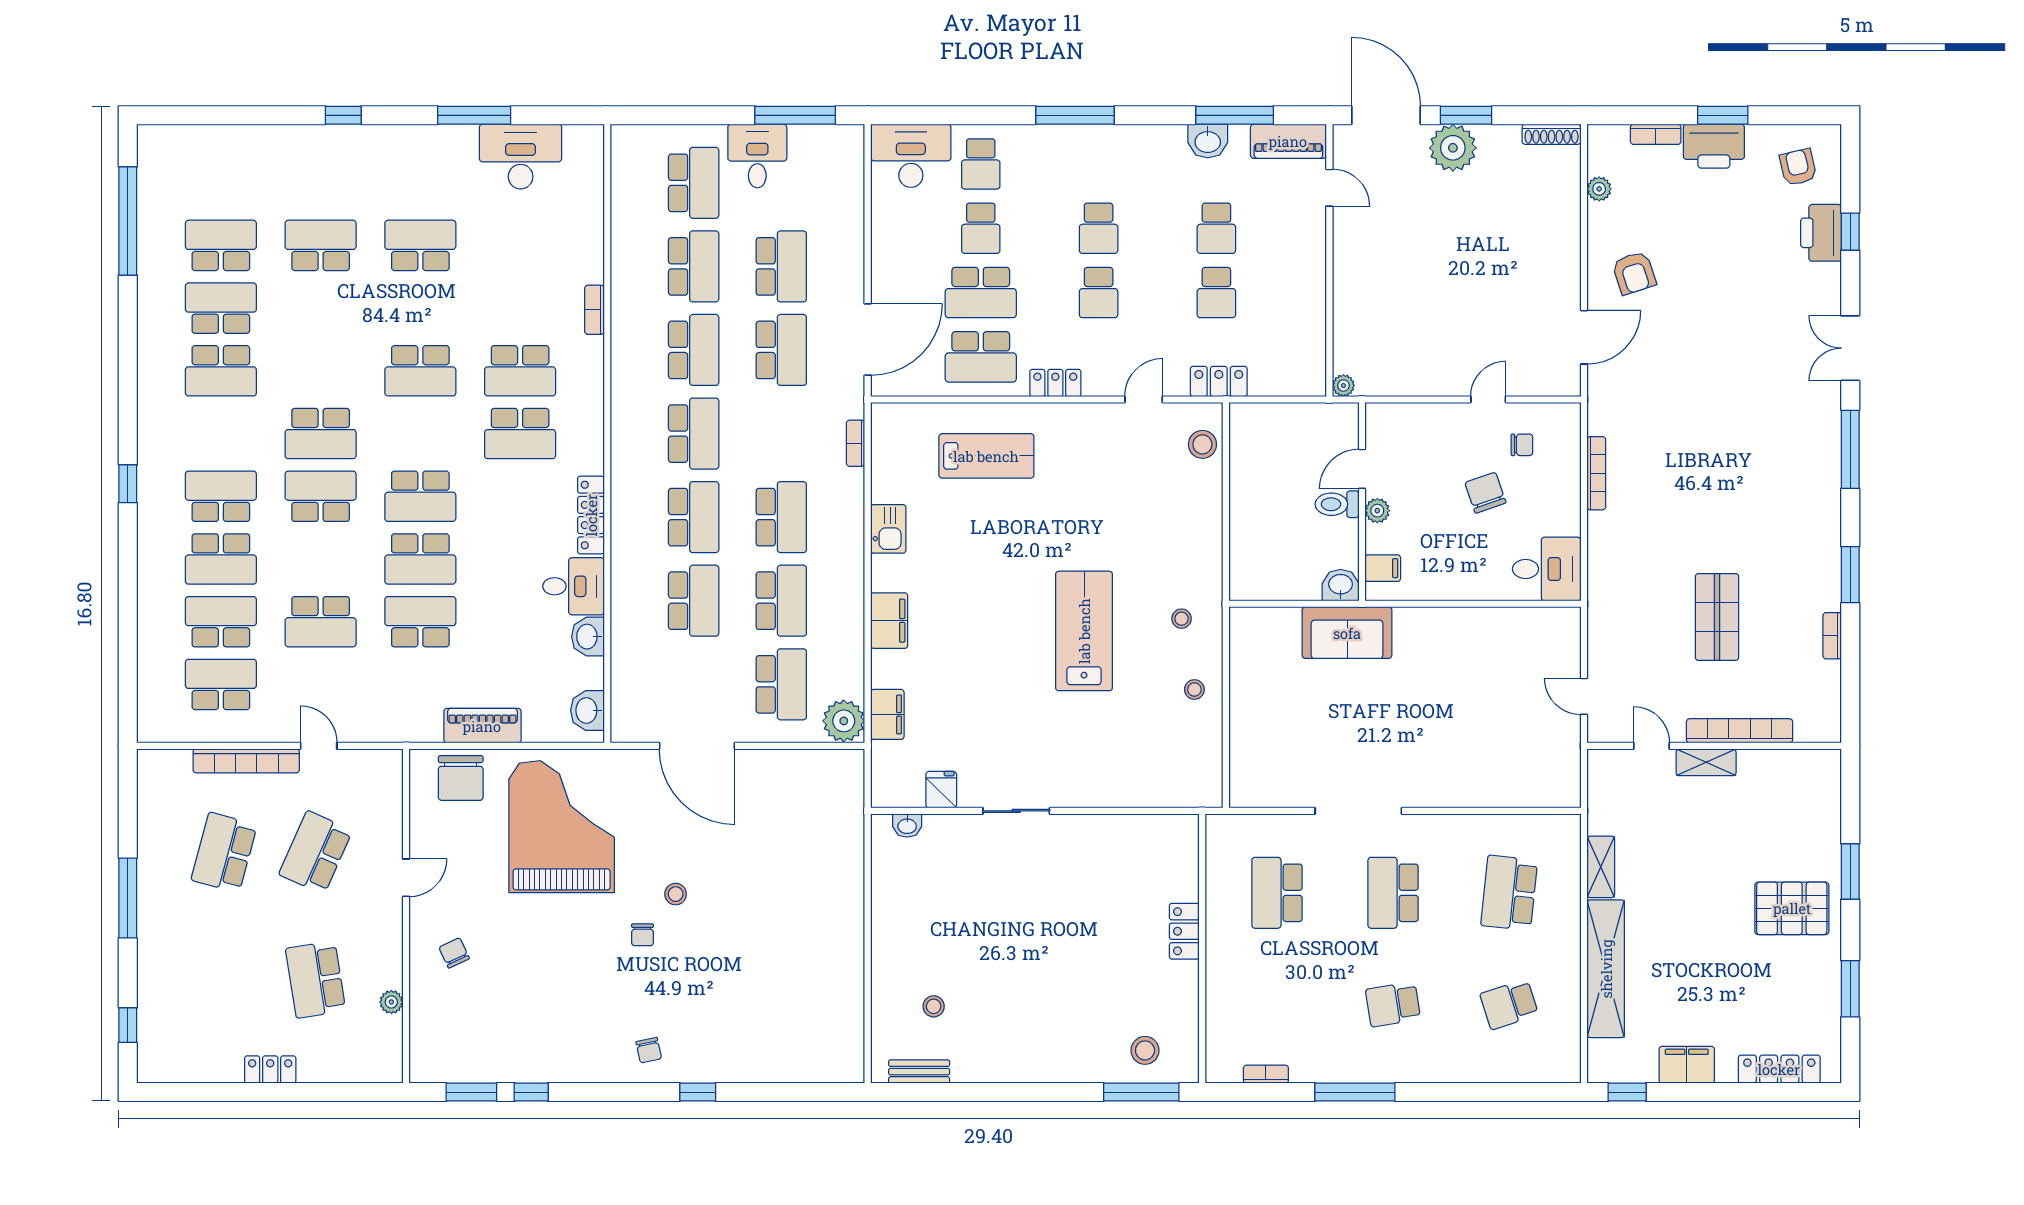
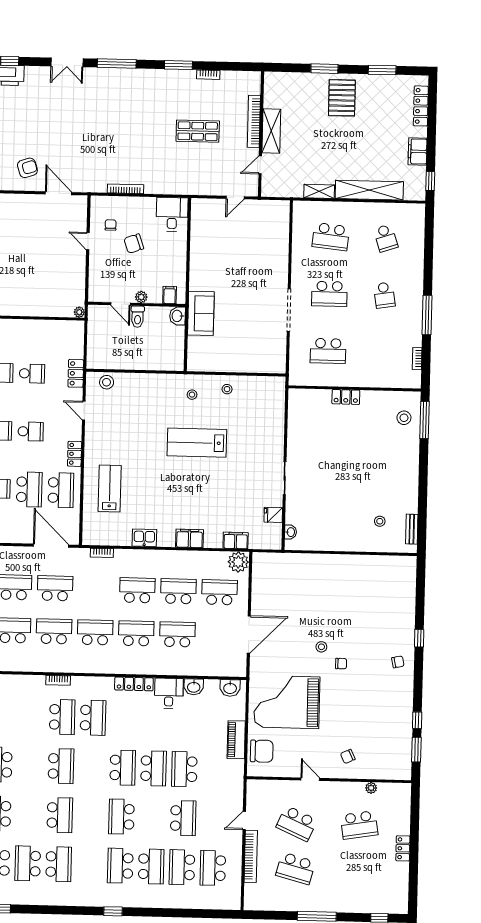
bookcase: (594, 310) -> (58, 680), moved
school desk: (321, 434) -> (60, 815), moved
shelving: (1706, 762) -> (271, 131), width x1.50, depth x1.33

